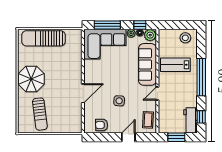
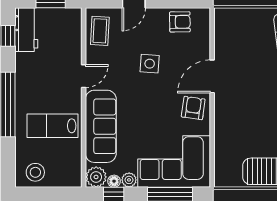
lab bench: (175, 65) -> (52, 126), turned 180
armchair: (94, 75) -> (193, 108), added

